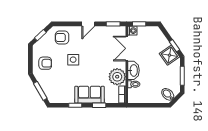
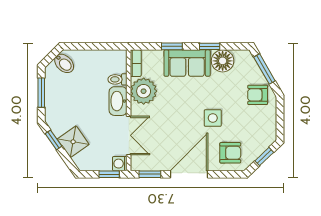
door: (88, 24) -> (189, 174), width x1.87
shower: (169, 55) -> (73, 142), moved
armchair: (45, 63) -> (258, 95), moved
floor lamp: (67, 96) -> (223, 61), added

